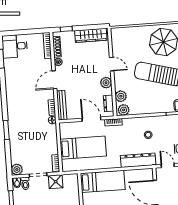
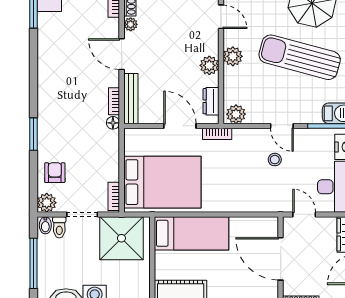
door: (112, 64) -> (221, 17), moved
door: (54, 80) -> (122, 54), hinge flipped
plant: (121, 96) -> (233, 56), moved
door: (151, 115) -> (282, 126), added
bed: (83, 148) -> (162, 182), width x1.50
armchair: (20, 152) -> (55, 173), added
dresser: (138, 160) -> (255, 202), removed
shower: (56, 182) -> (121, 238), width x1.86, depth x1.86

